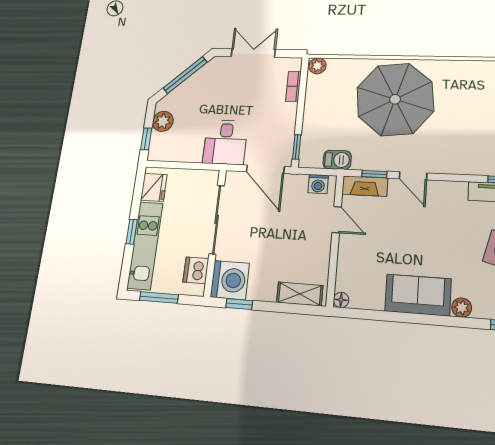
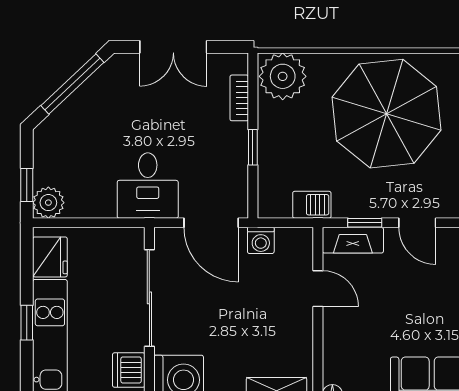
double door: (253, 53) -> (173, 47), swing flipped
plant: (317, 66) -> (283, 76), width x1.88, depth x1.88
plant: (163, 121) -> (48, 203), moved
window: (297, 147) -> (253, 147), moved
washing machine: (318, 184) -> (261, 240), moved

